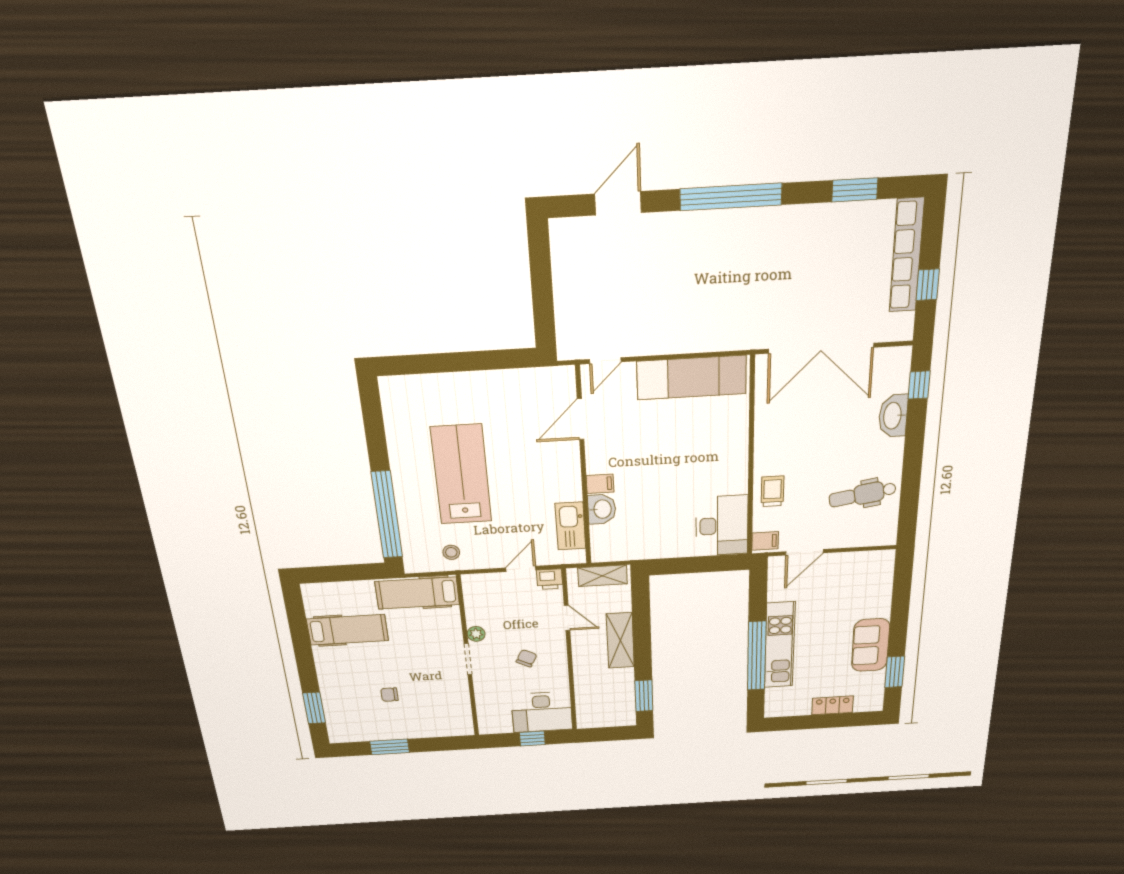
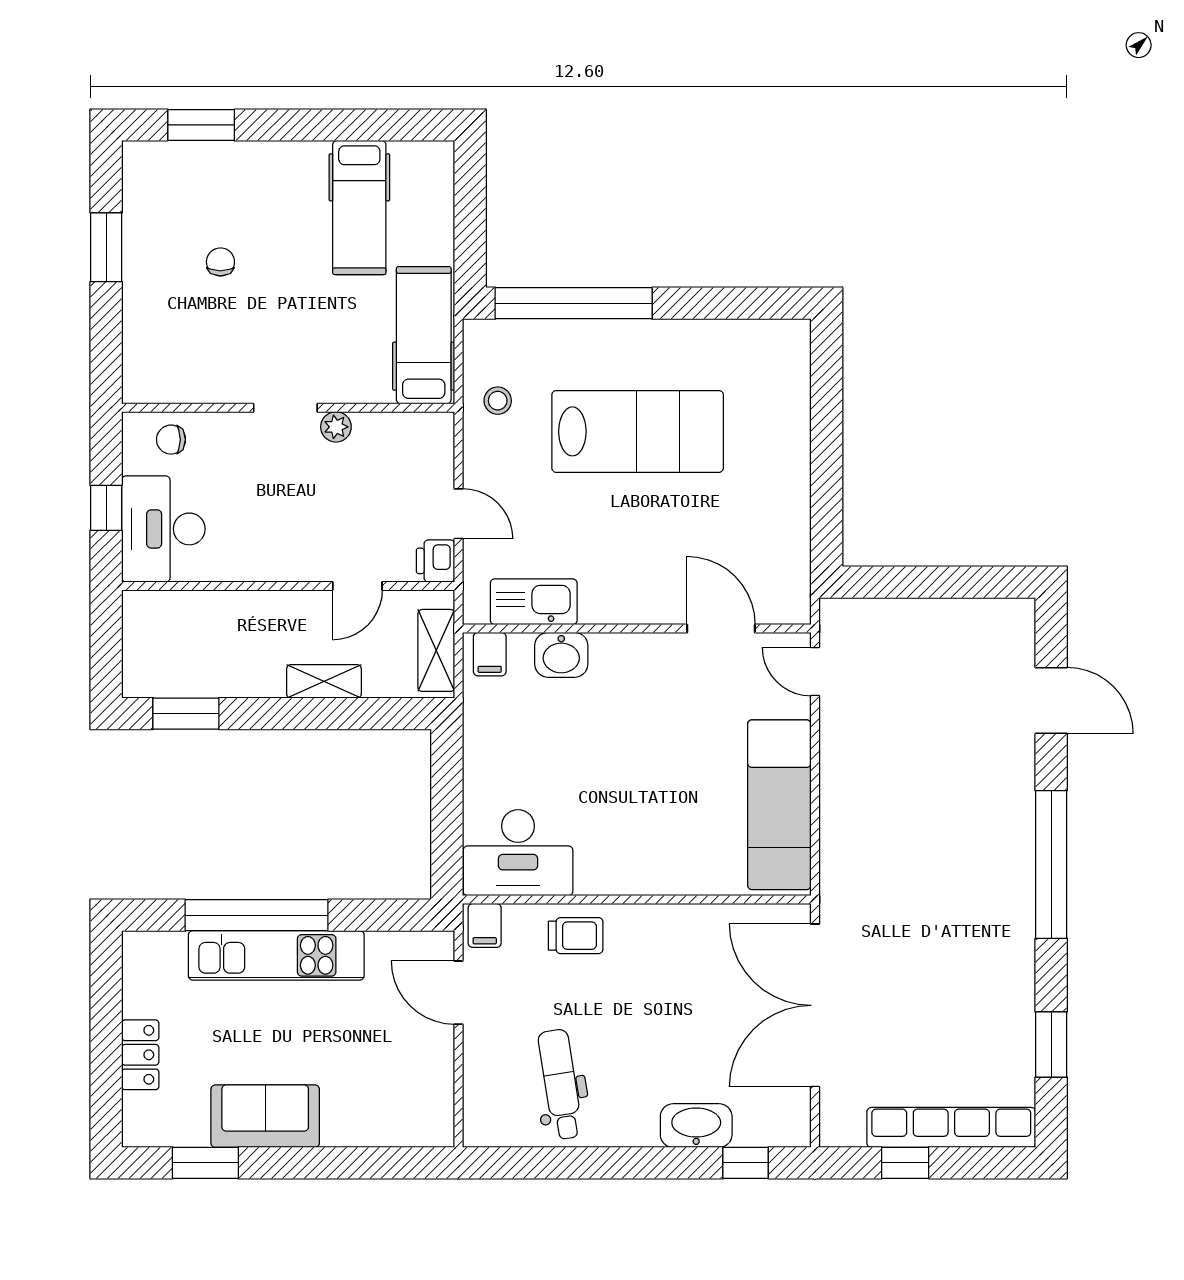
filing cabinet: (600, 484) -> (490, 654), moved
shelving: (620, 640) -> (324, 681), width x0.67, depth x0.75
chair: (526, 658) -> (171, 440), moved, turned 153

